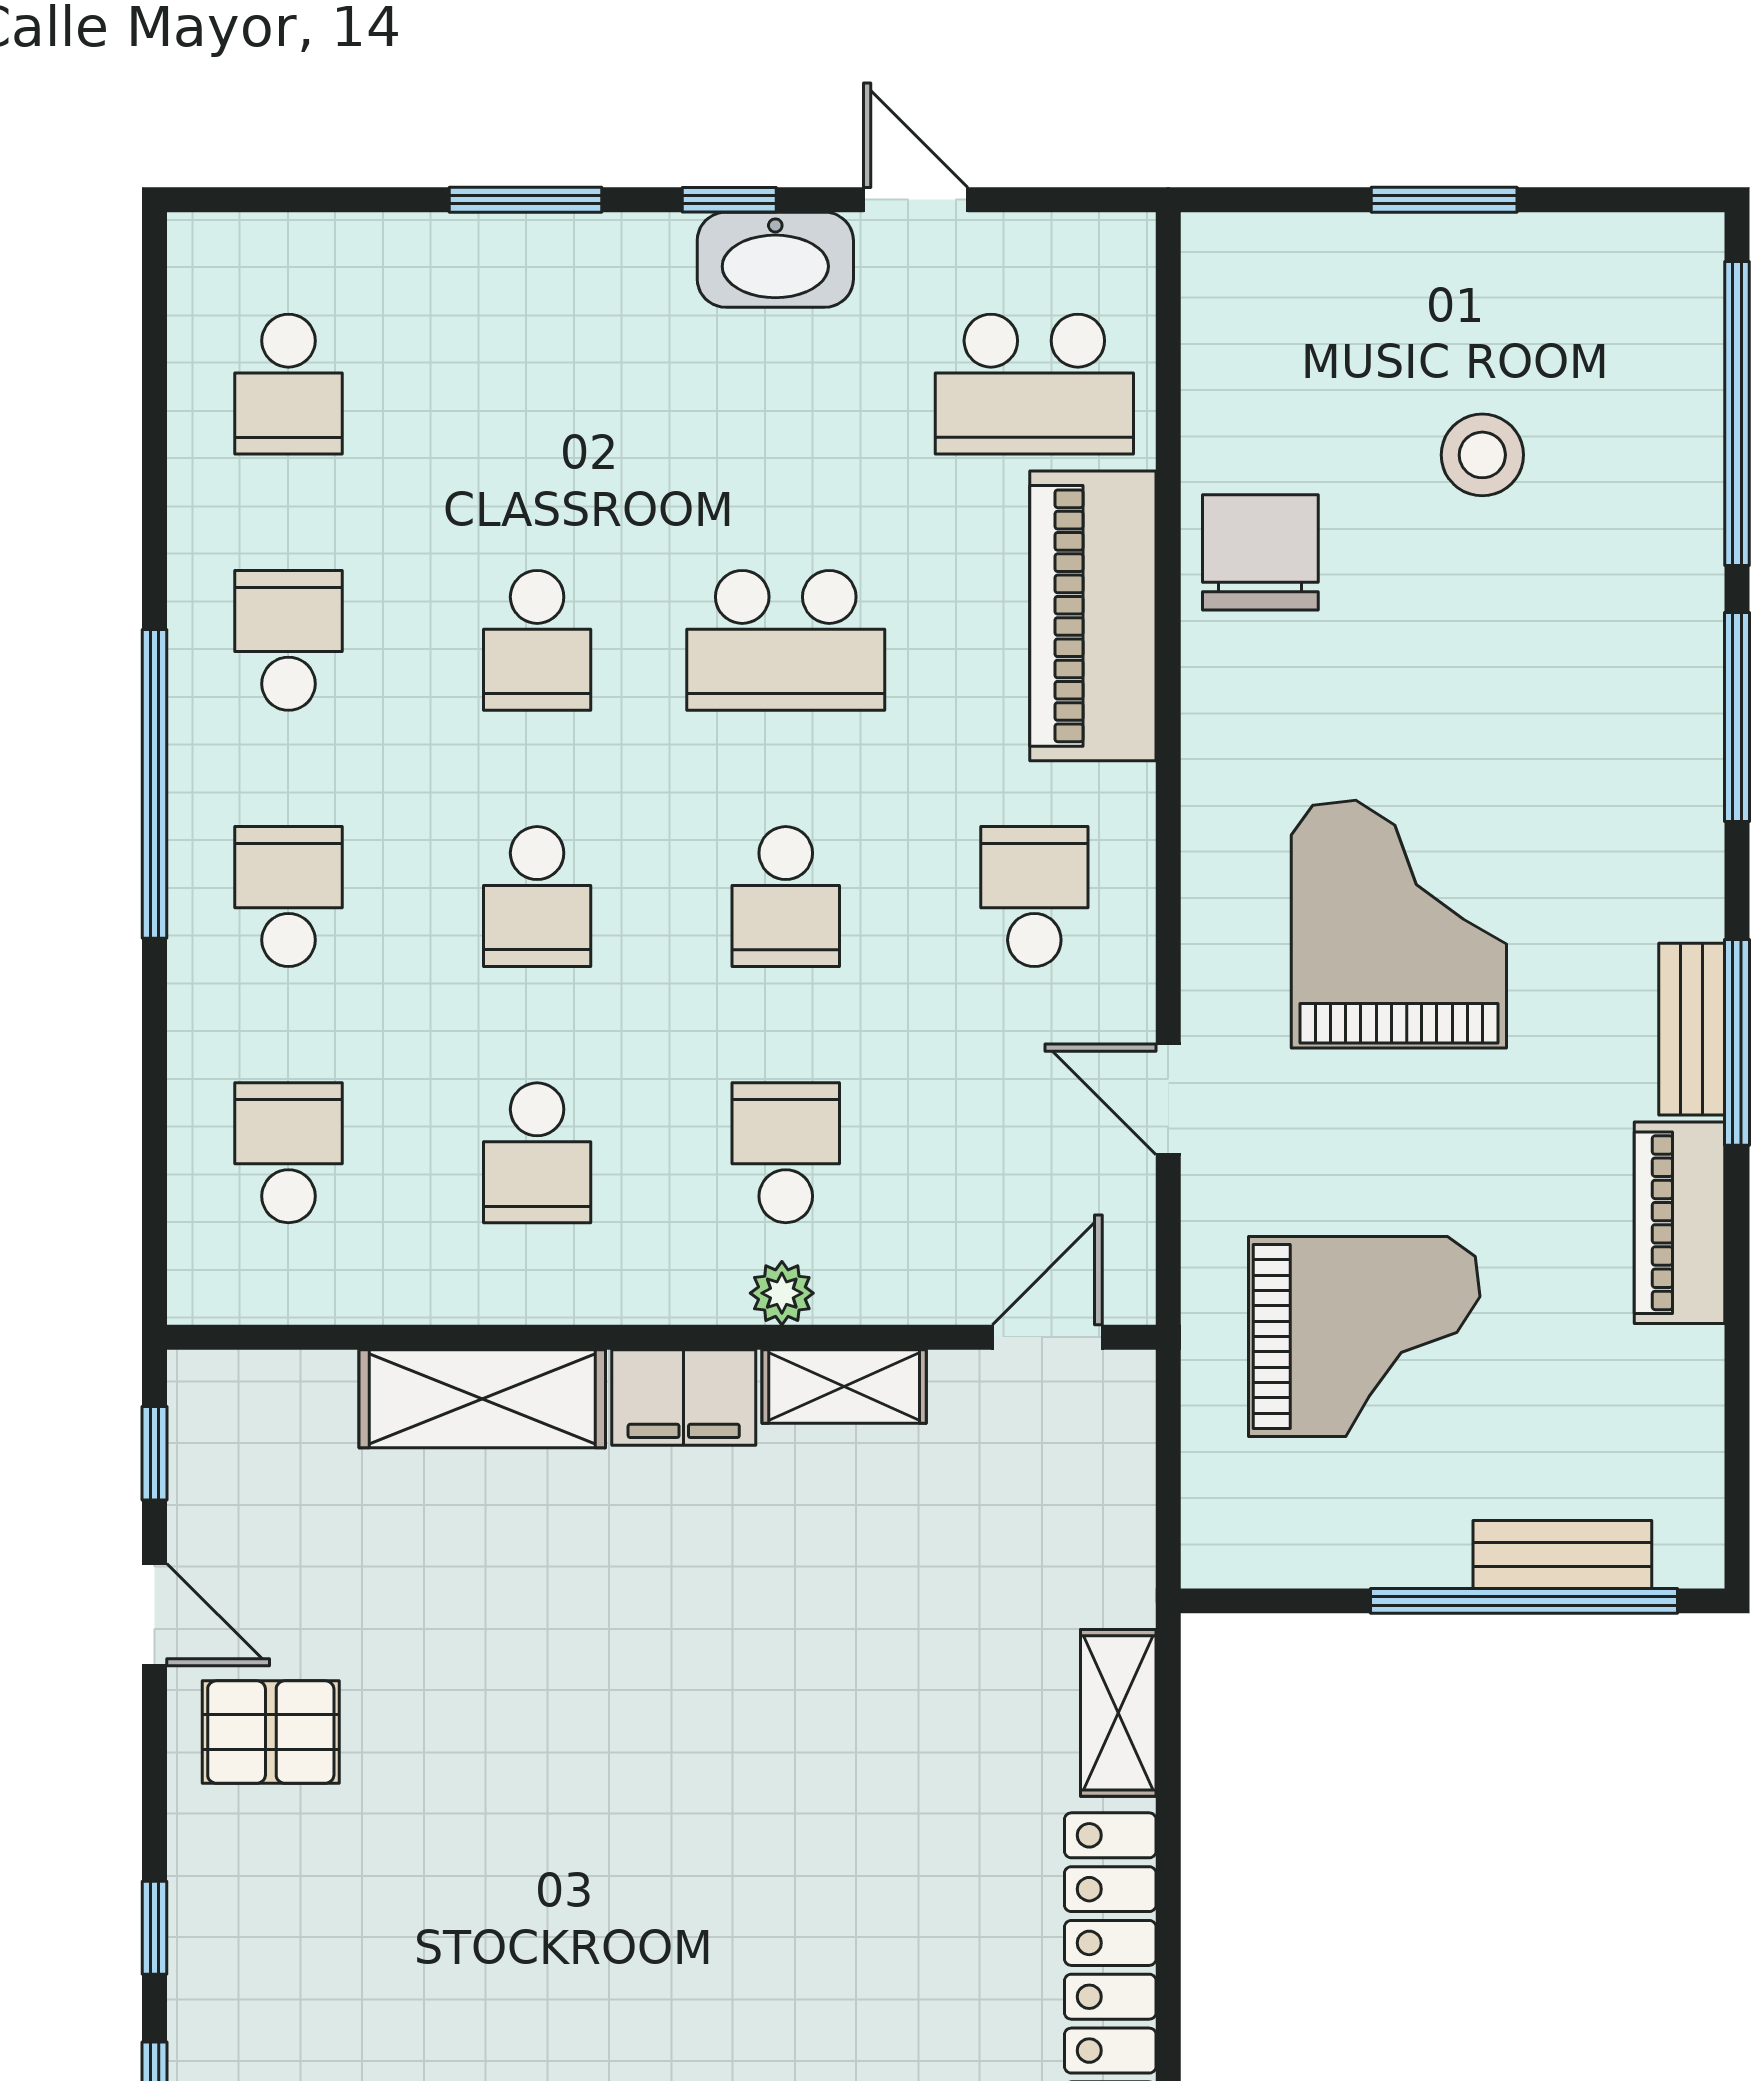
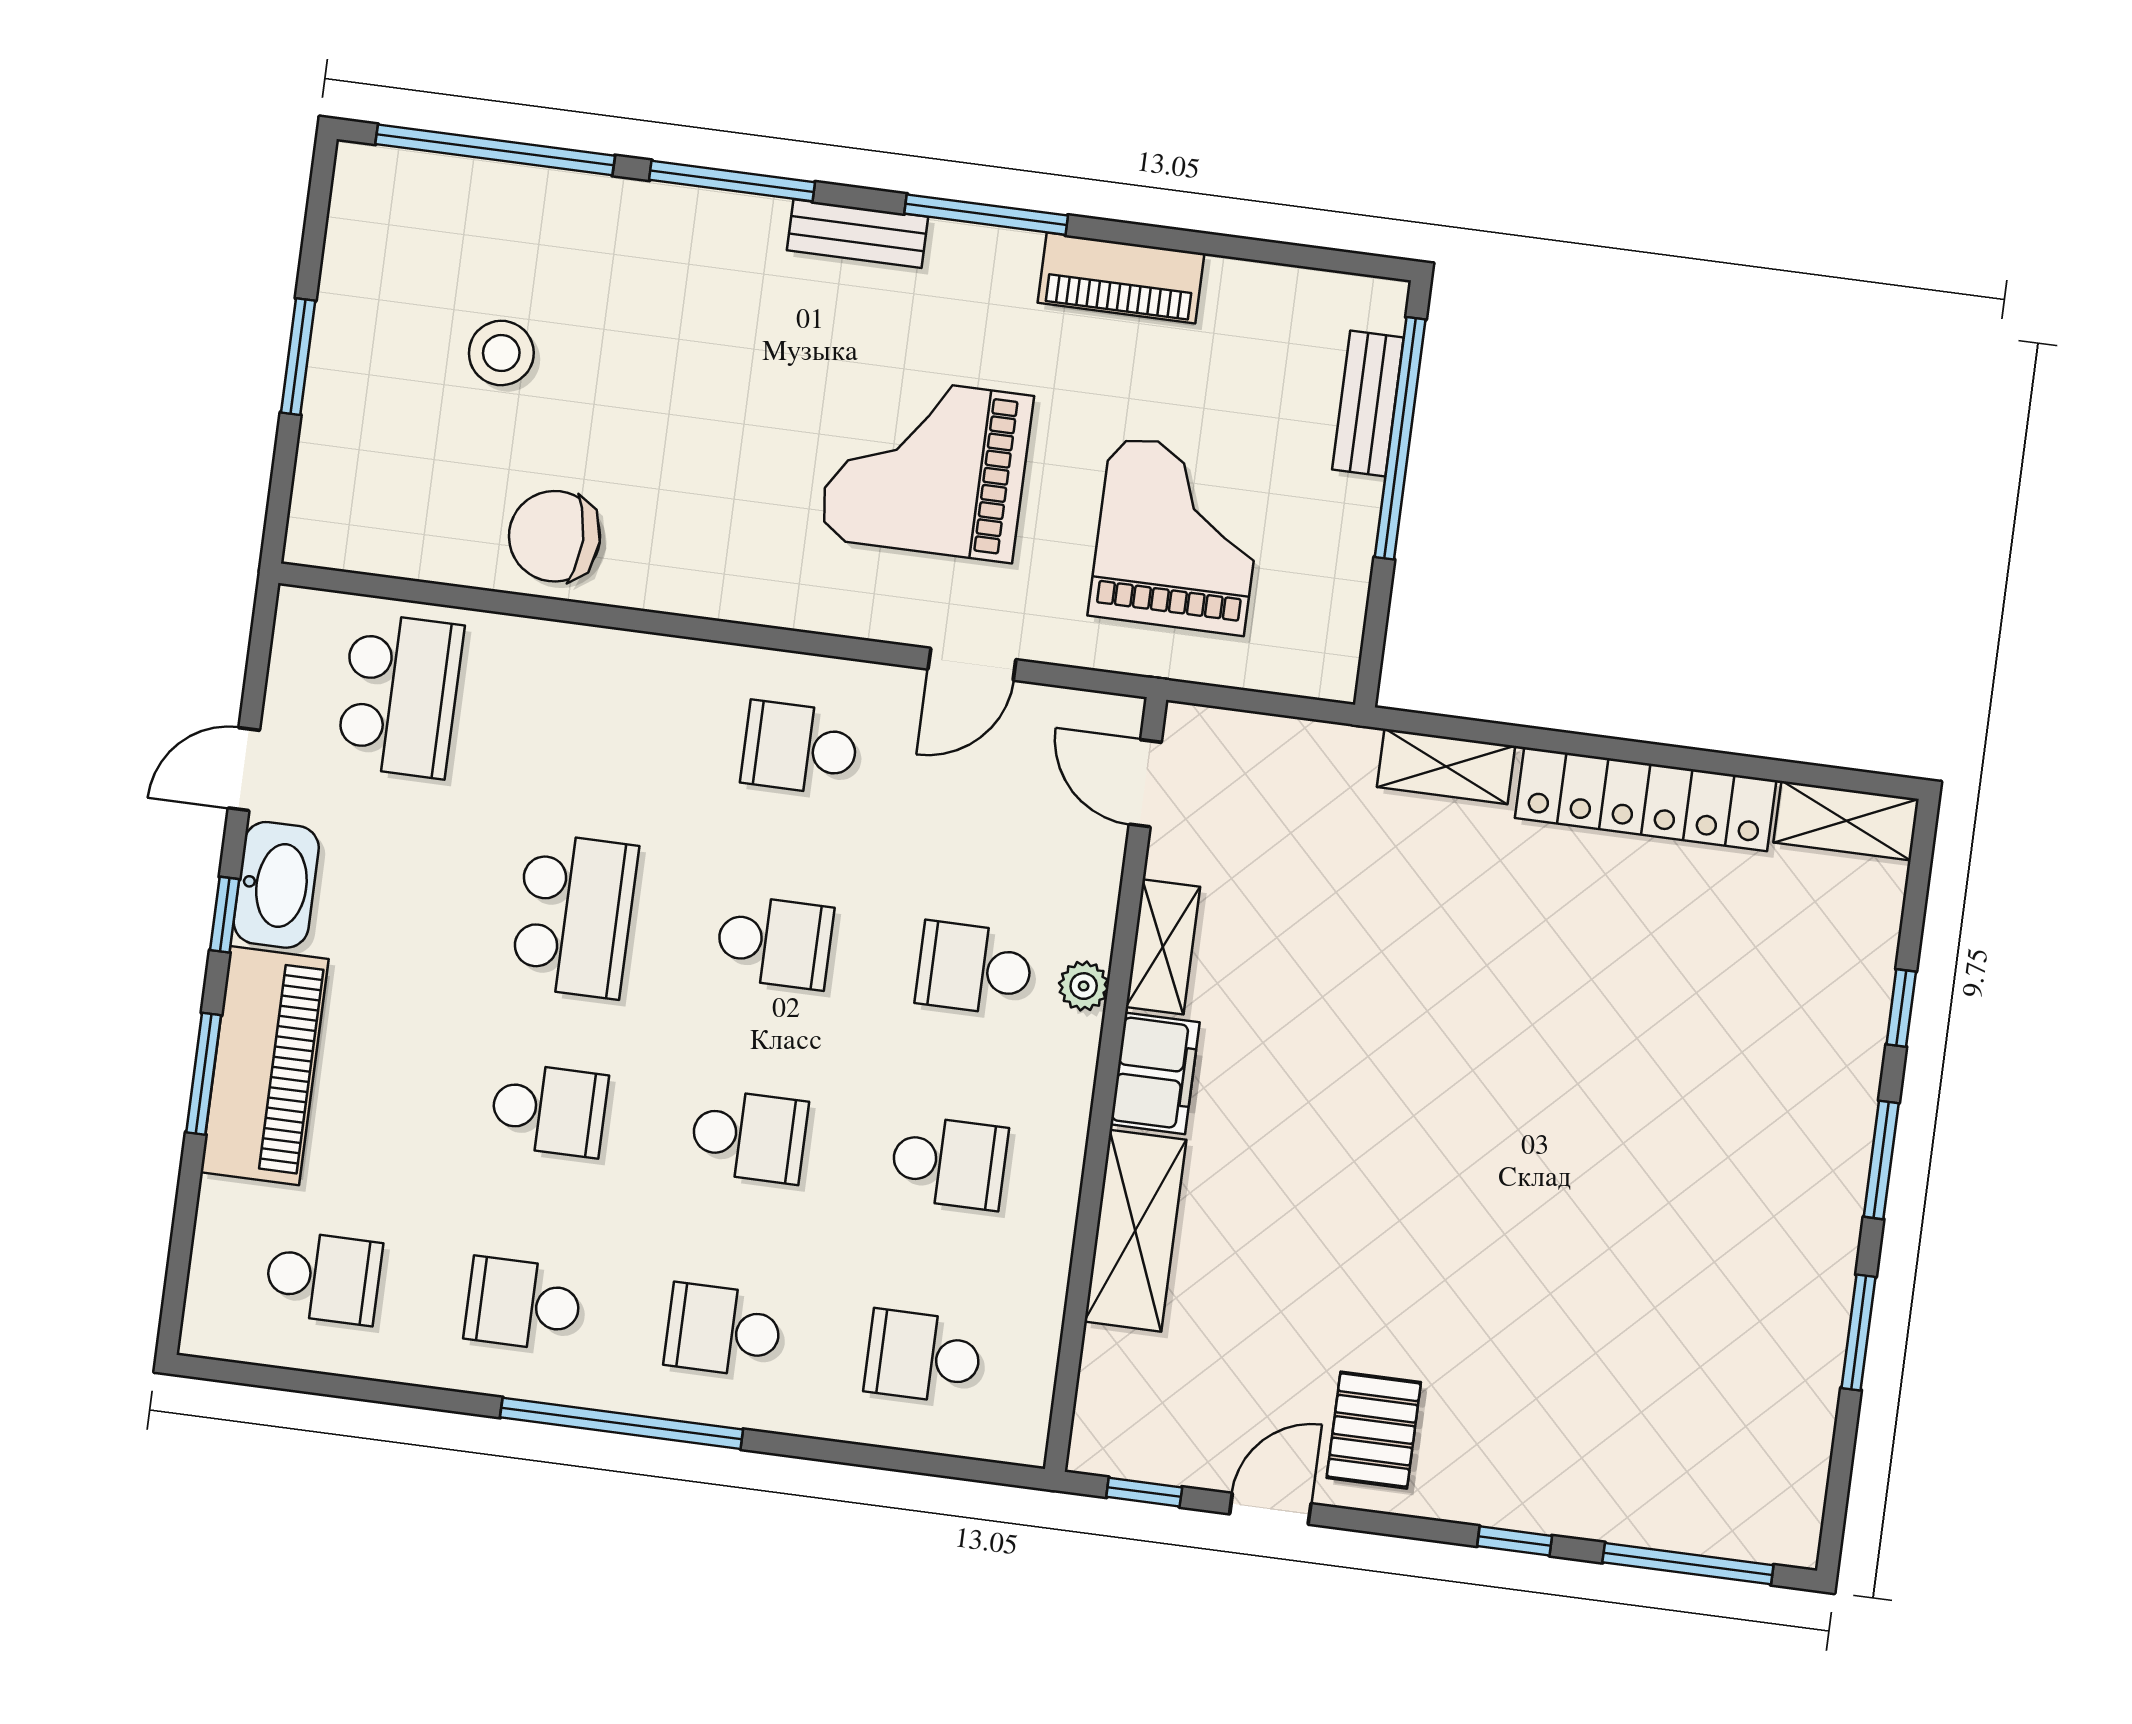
piano: (1093, 616) -> (265, 1066), moved, turned -90
grand piano: (1399, 924) -> (926, 467), moved
bench: (1692, 1029) -> (858, 234), moved

